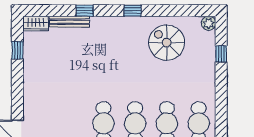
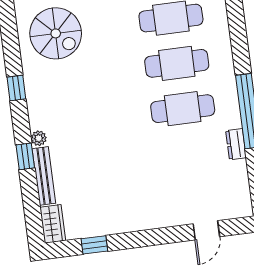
plant: (96, 22) -> (39, 138), added
spiral stairs: (167, 43) -> (56, 33), turned -90

